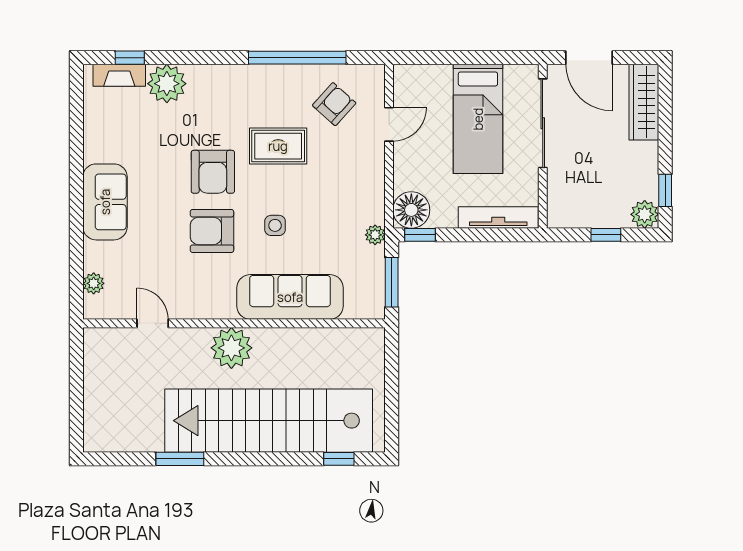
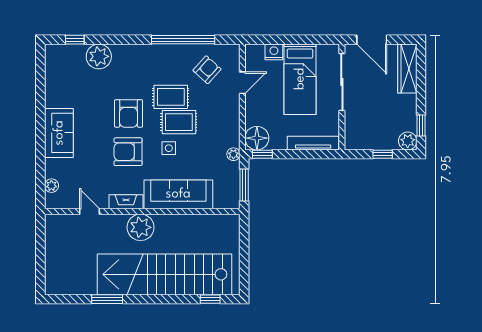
fireplace: (119, 75) -> (126, 202), moved, turned 180
nightstand: (438, 77) -> (274, 52), added
rug: (291, 185) -> (179, 122), added

